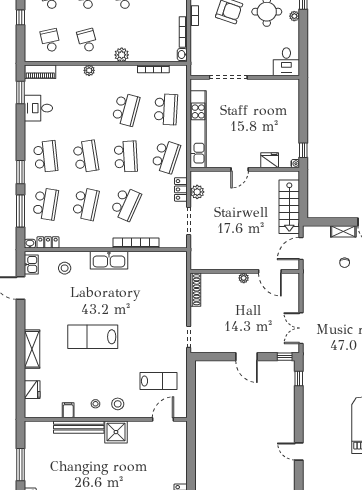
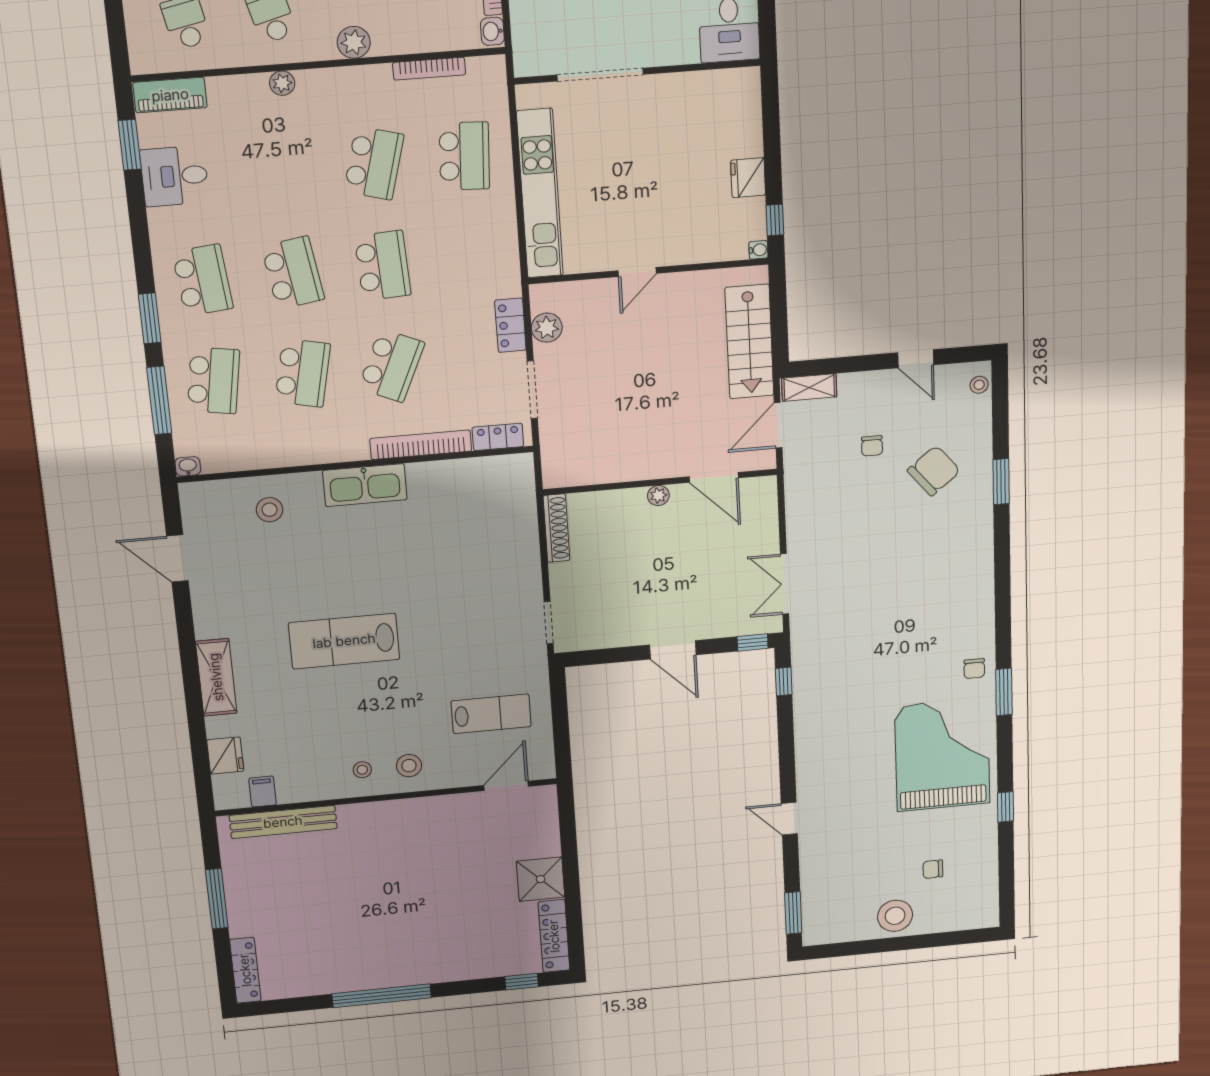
school desk: (166, 157) -> (472, 258), removed
fridge: (270, 160) -> (748, 178), moved, turned -90
shelving: (343, 231) -> (809, 388), moved
locker: (48, 242) -> (498, 437), moved
kitchen sink: (31, 264) -> (196, 509), removed
filing cabinet: (68, 410) -> (263, 792), moved
bench: (79, 427) -> (283, 822), moved
shower: (116, 432) -> (541, 879), moved

